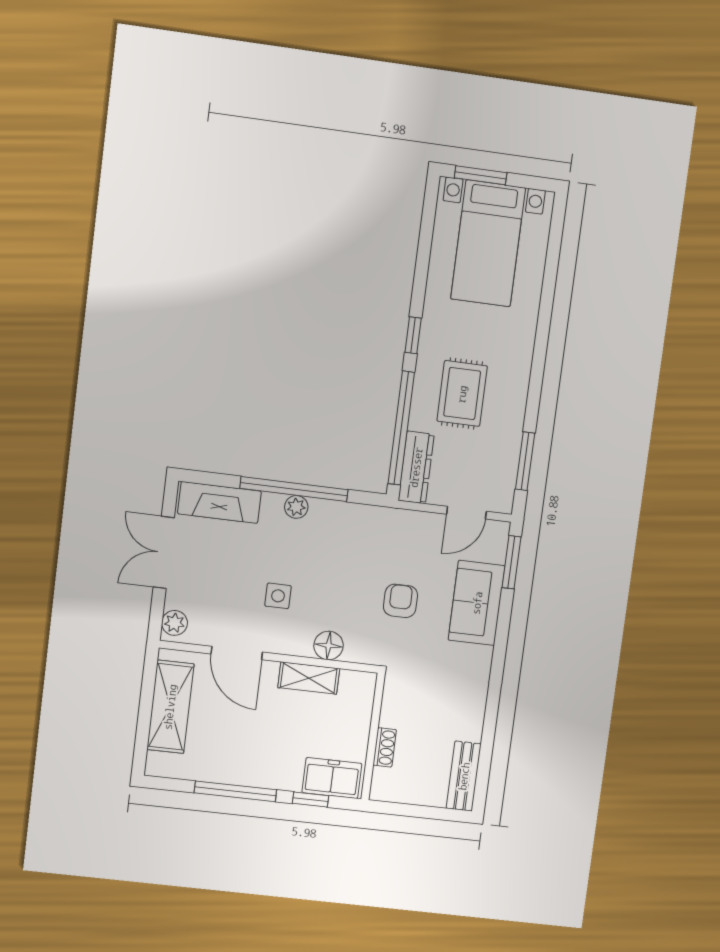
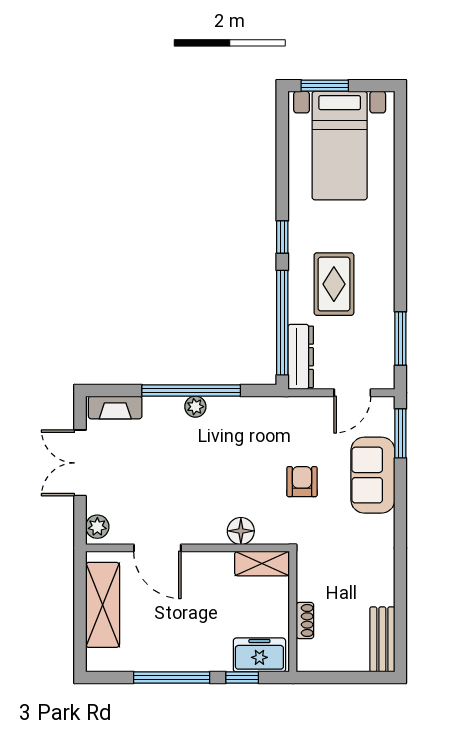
fireplace: (219, 502) -> (115, 407), width x0.73, depth x0.76
side table: (278, 596) -> (189, 490), removed
shelving: (309, 678) -> (262, 563), moved

